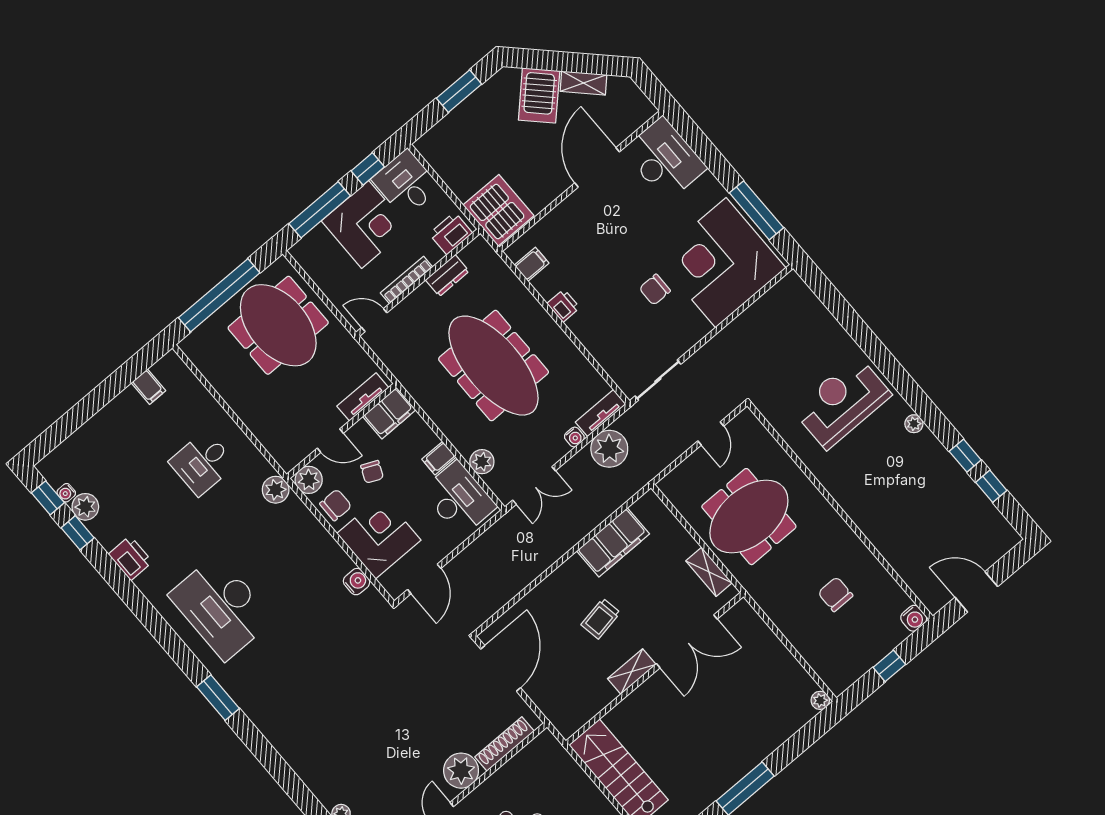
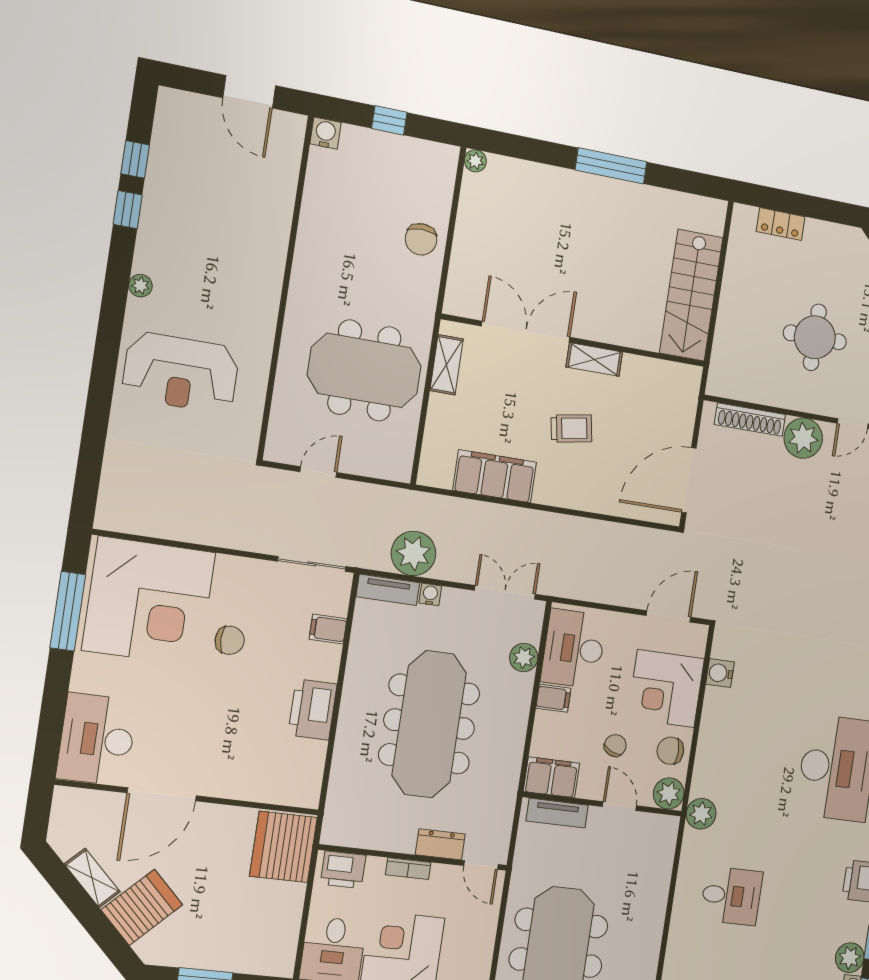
filing cabinet: (532, 264) -> (328, 629), moved
dresser: (447, 276) -> (440, 844), moved
bookcase: (407, 280) -> (408, 869), width x0.64
printer: (563, 306) -> (313, 709), width x1.87, depth x1.48
chair: (835, 594) -> (421, 239), moved

